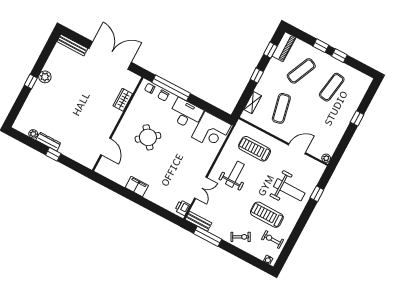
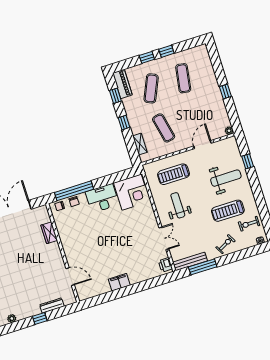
window: (357, 118) -> (225, 91), moved
round table: (148, 137) -> (93, 241), removed
dresser: (48, 142) -> (52, 306), moved
bench: (198, 221) -> (190, 262), width x1.36

